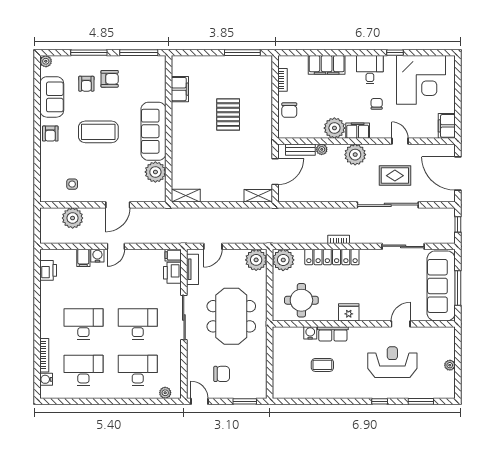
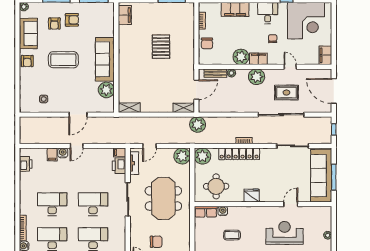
filing cabinet: (180, 89) -> (125, 15), moved
plant: (73, 218) -> (198, 125), moved
row of seats: (333, 334) -> (206, 212), moved

